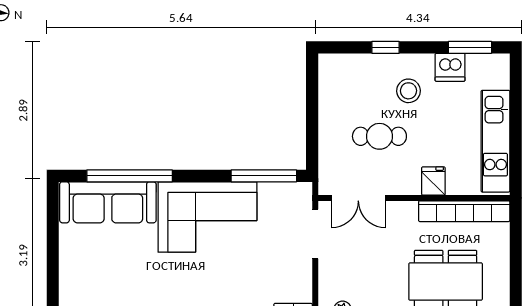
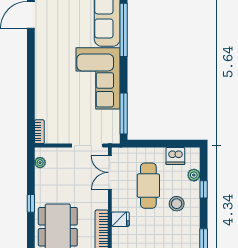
plant: (363, 63) -> (194, 175), added
dishwasher: (450, 67) -> (175, 156), moved, turned -90
cafe table: (379, 136) -> (148, 186), width x1.37, depth x1.35

